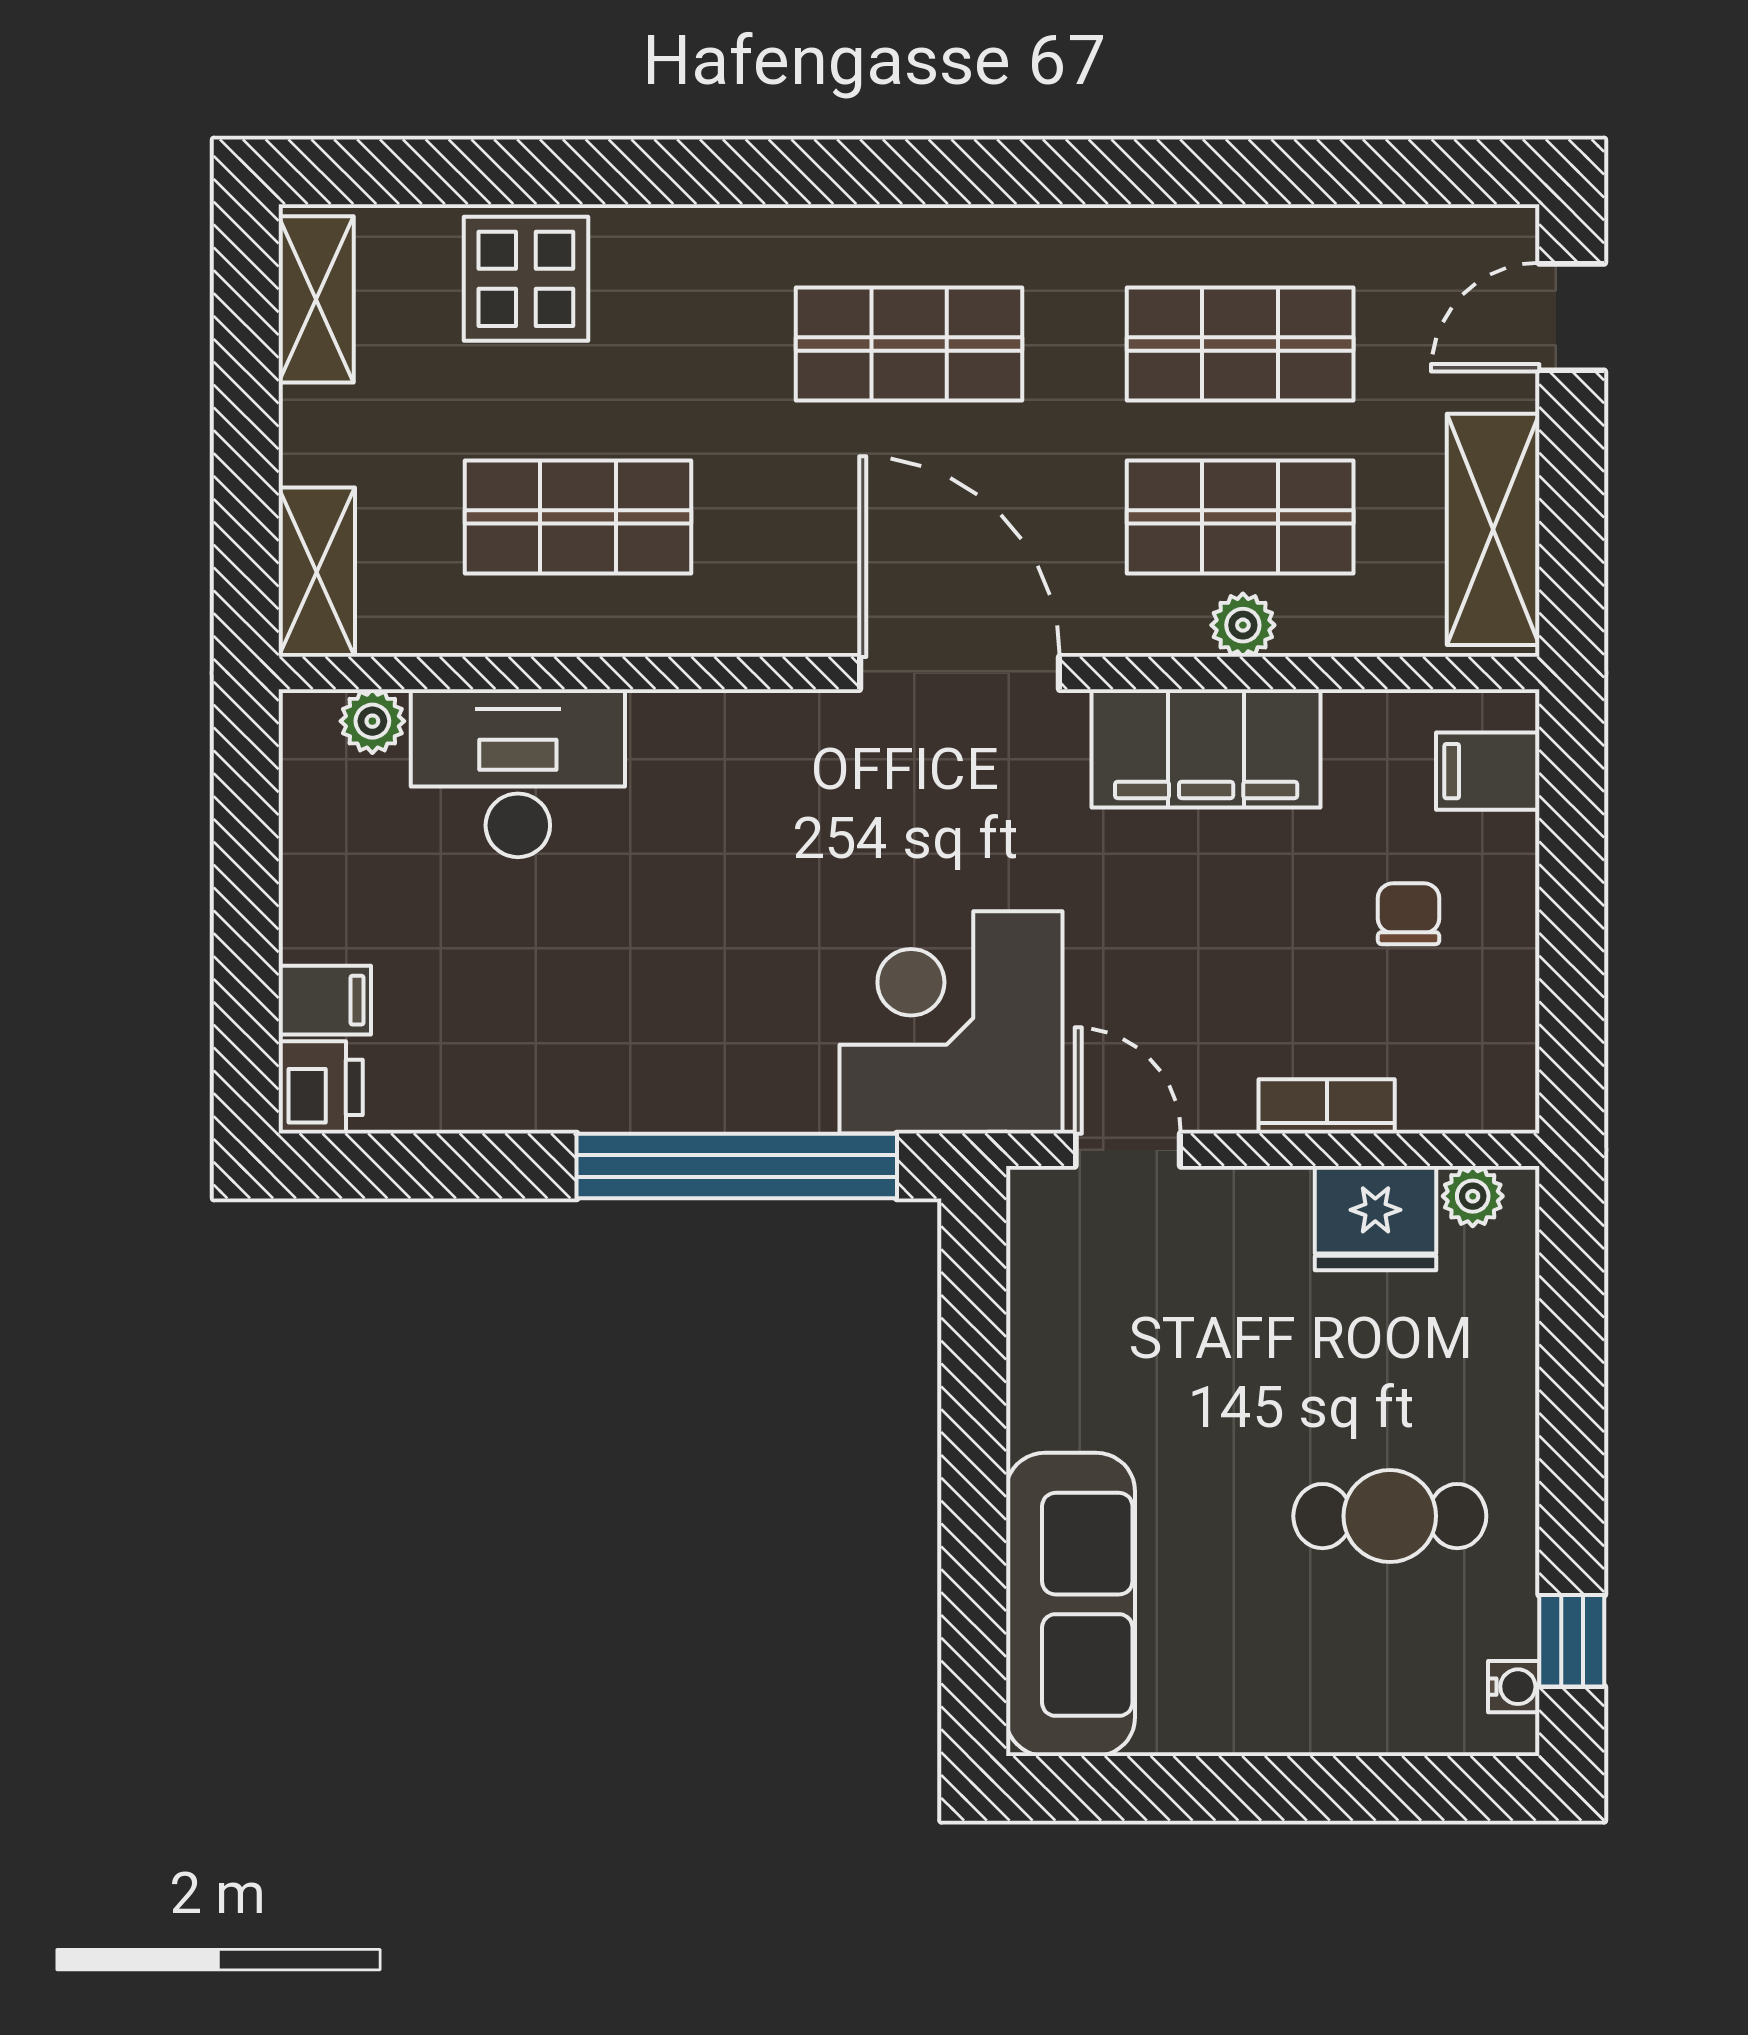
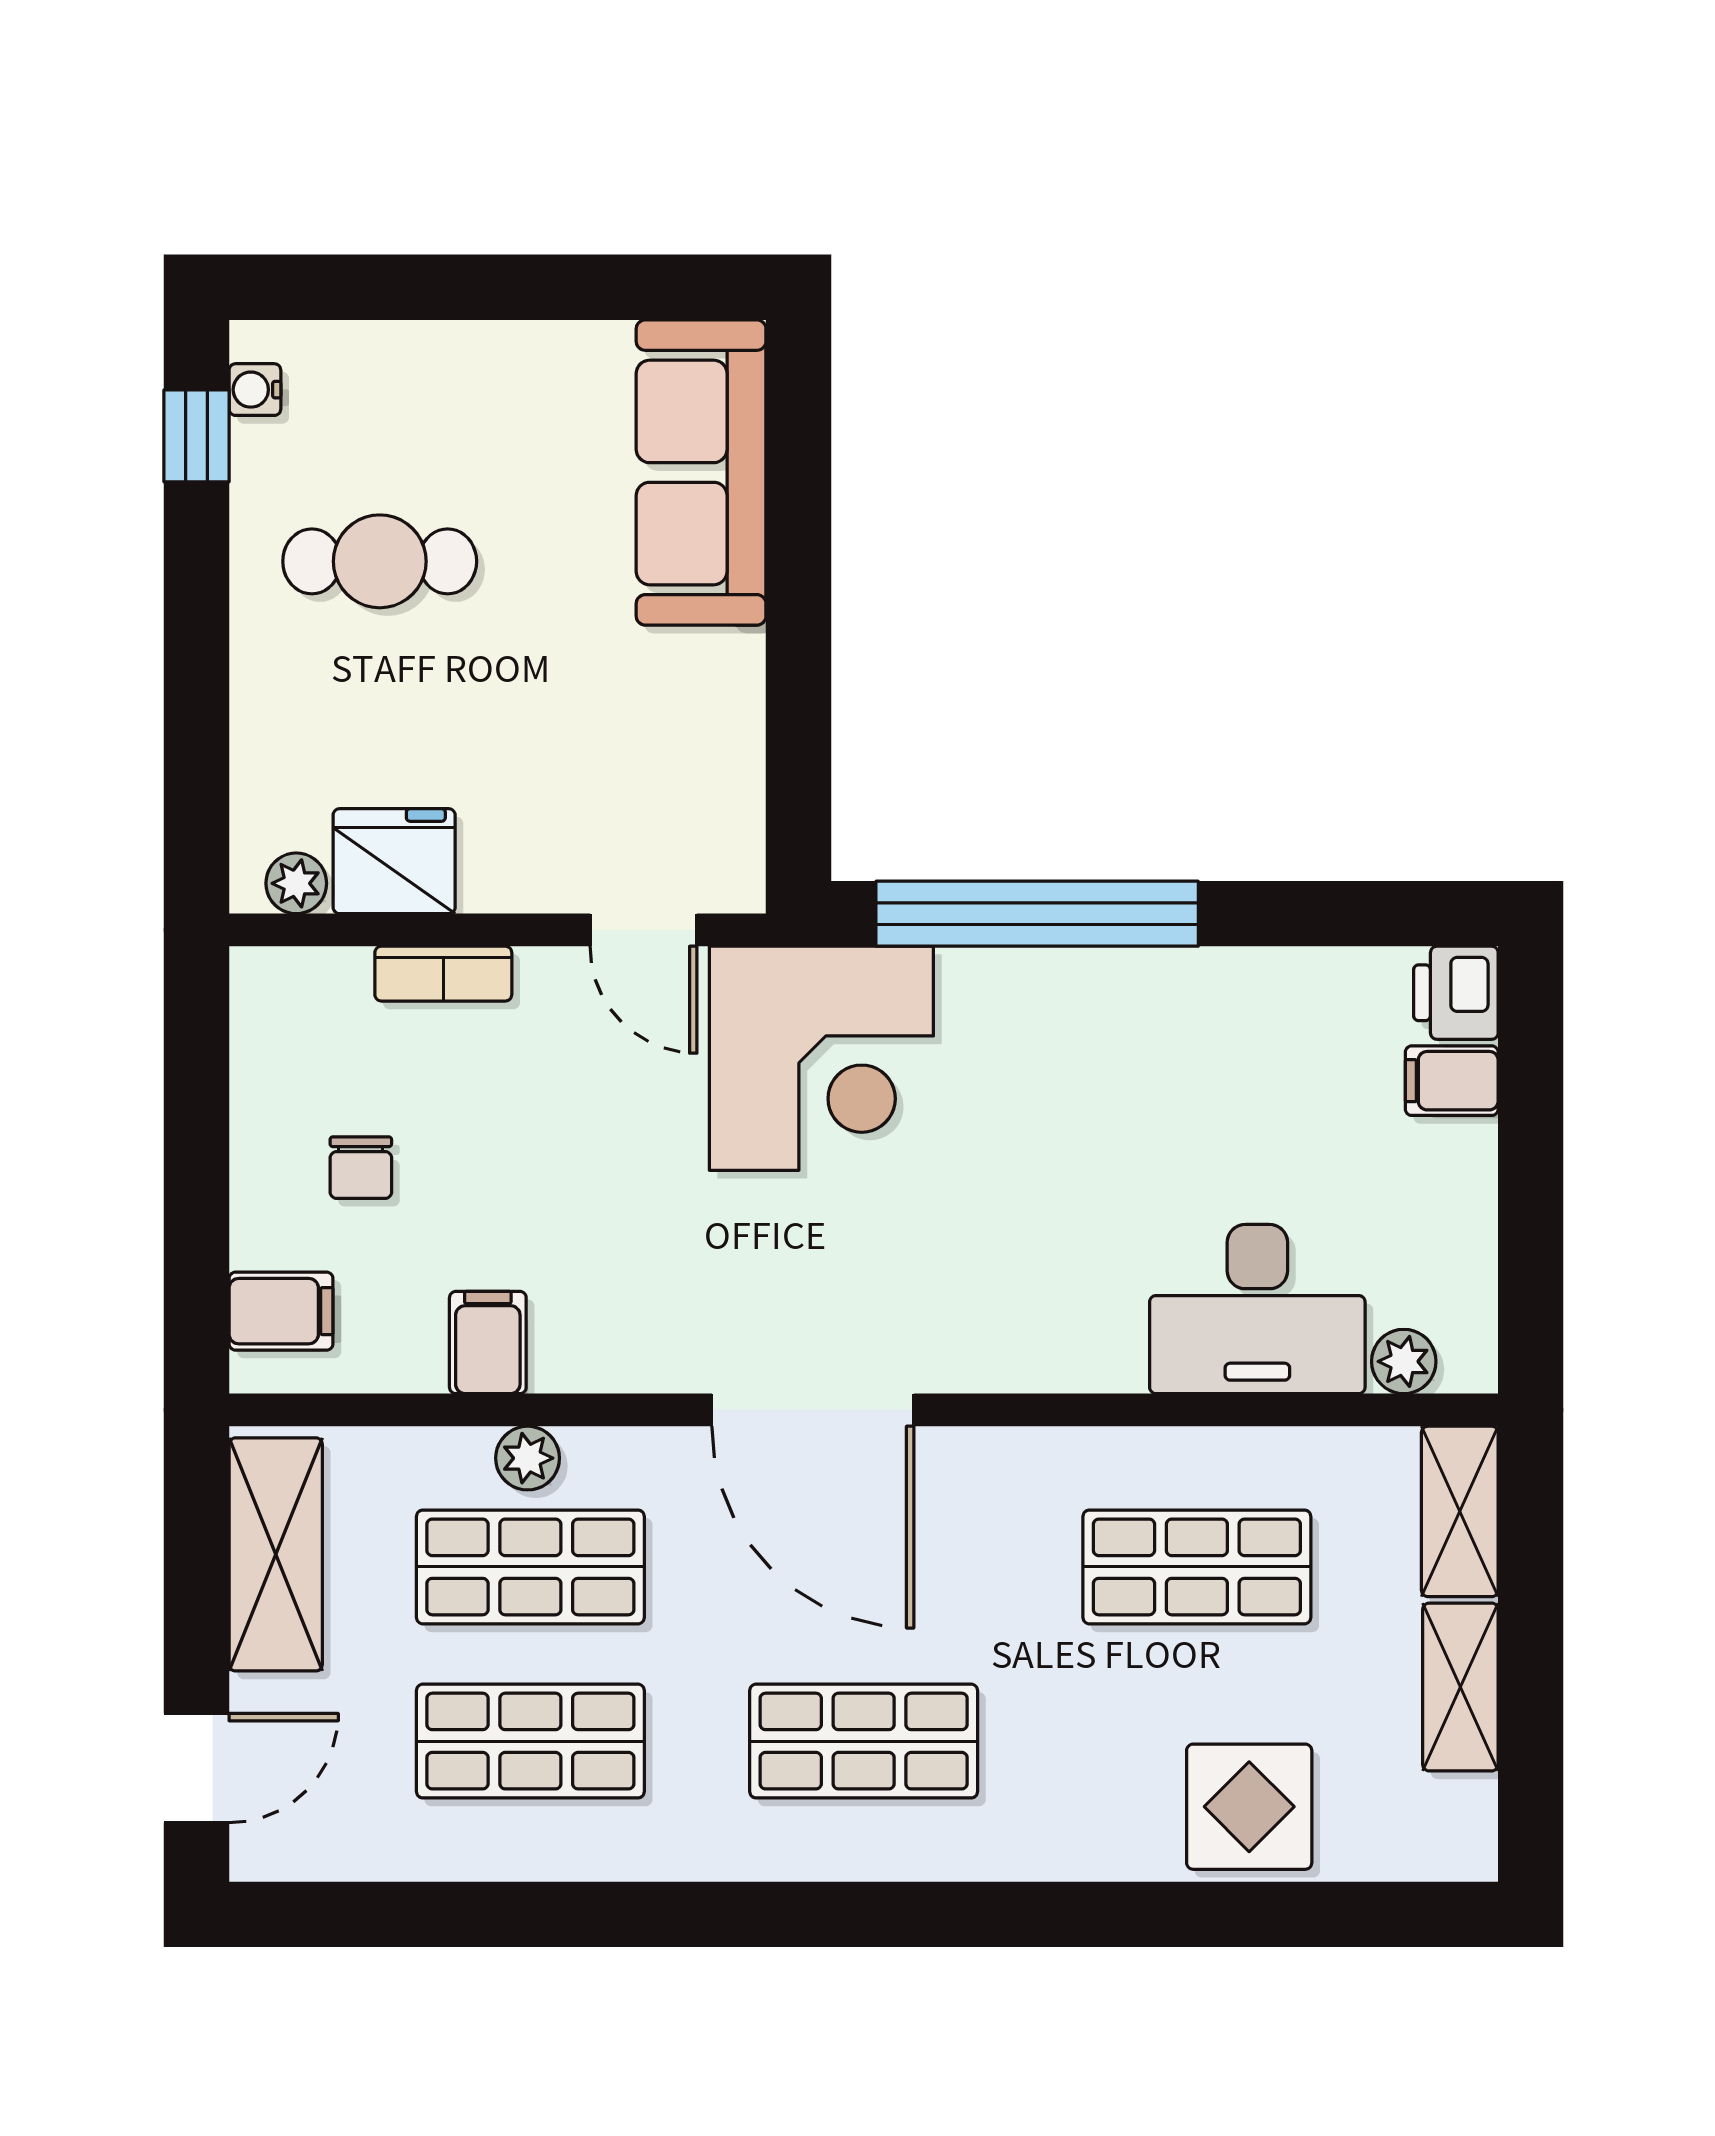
shelving: (316, 299) -> (1460, 1687), moved
filing cabinet: (1206, 748) -> (488, 1343), width x0.33, depth x0.86

